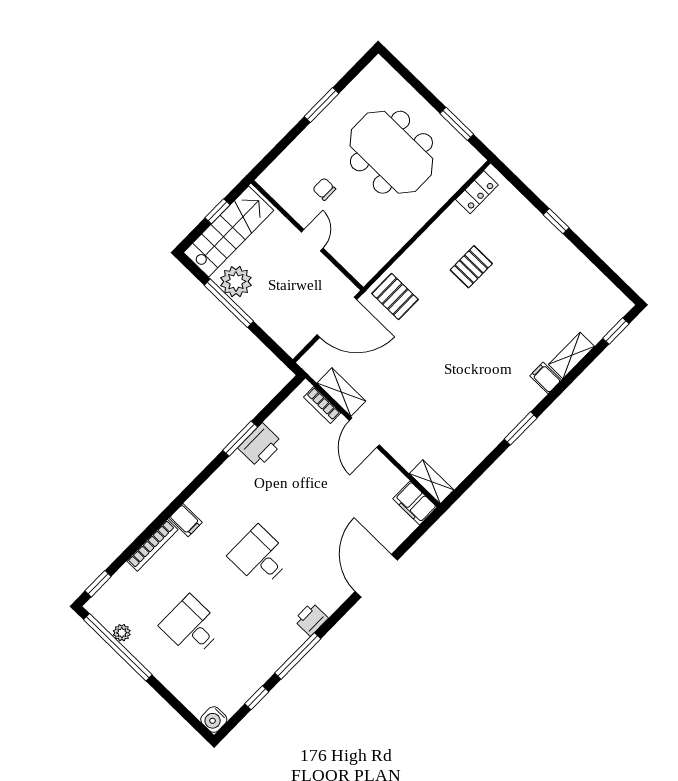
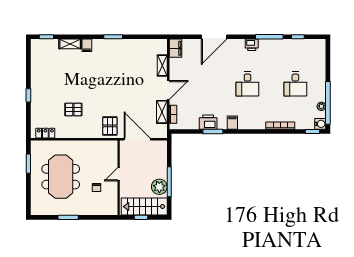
shelving: (432, 482) -> (162, 65), moved
filing cabinet: (186, 520) -> (232, 123), moved
water cooler: (214, 720) -> (320, 124), moved

